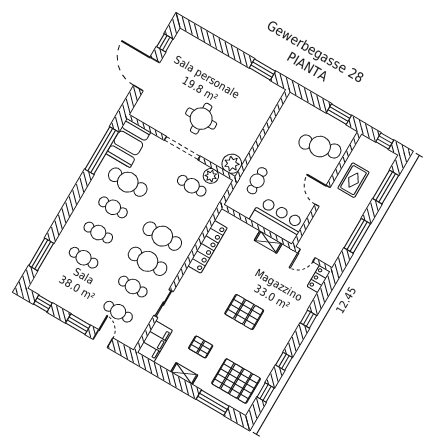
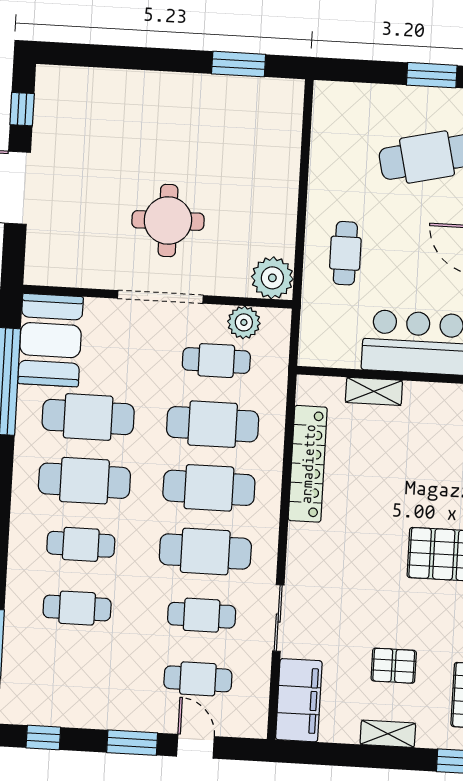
cafe table: (257, 181) -> (345, 253), moved
cafe table: (113, 207) -> (84, 481), width x1.37, depth x1.35
cafe table: (177, 211) -> (213, 424), added
shelving: (268, 242) -> (374, 391), moved

